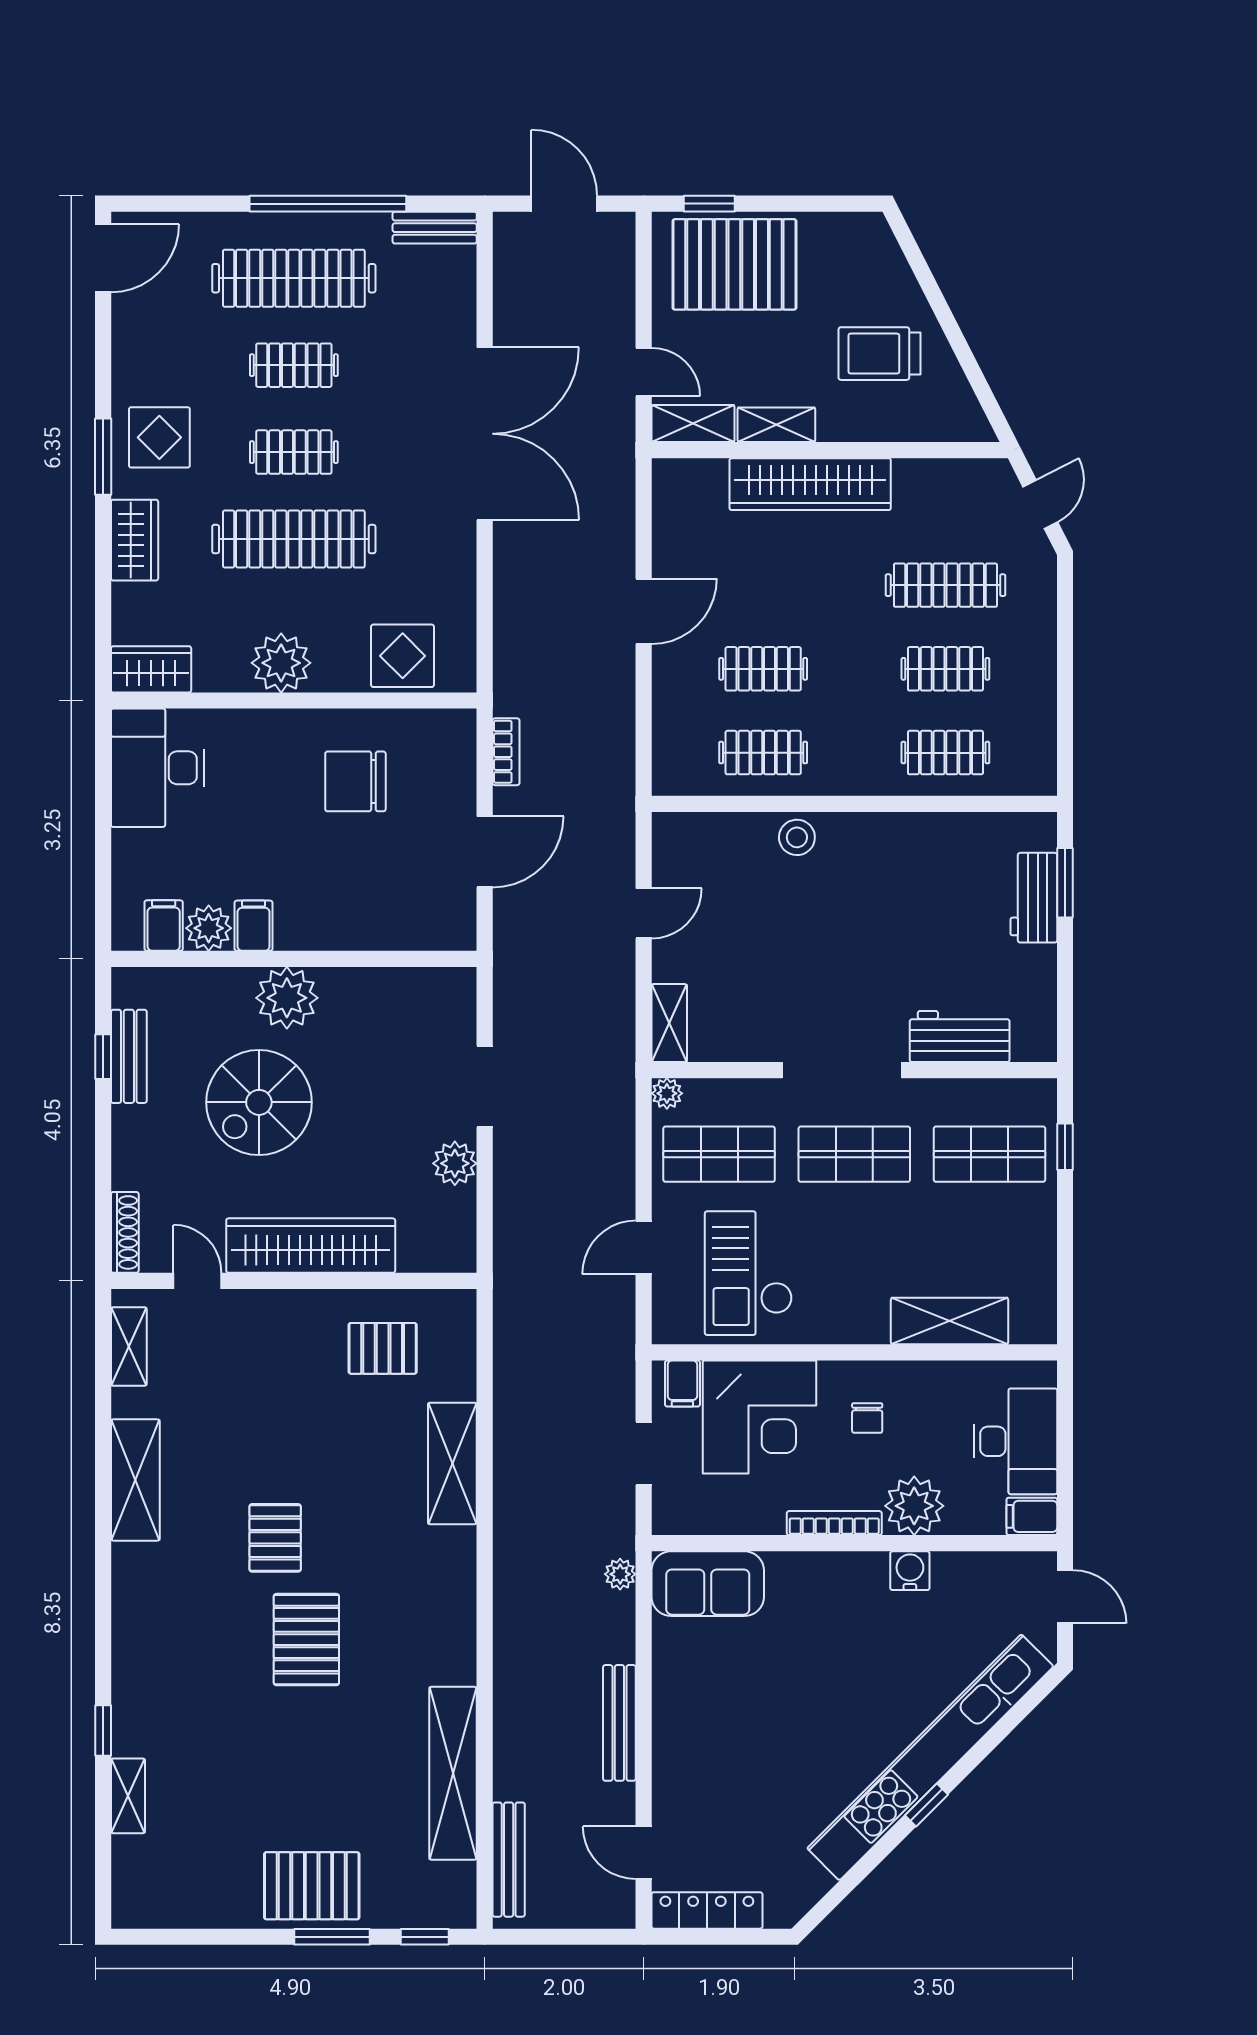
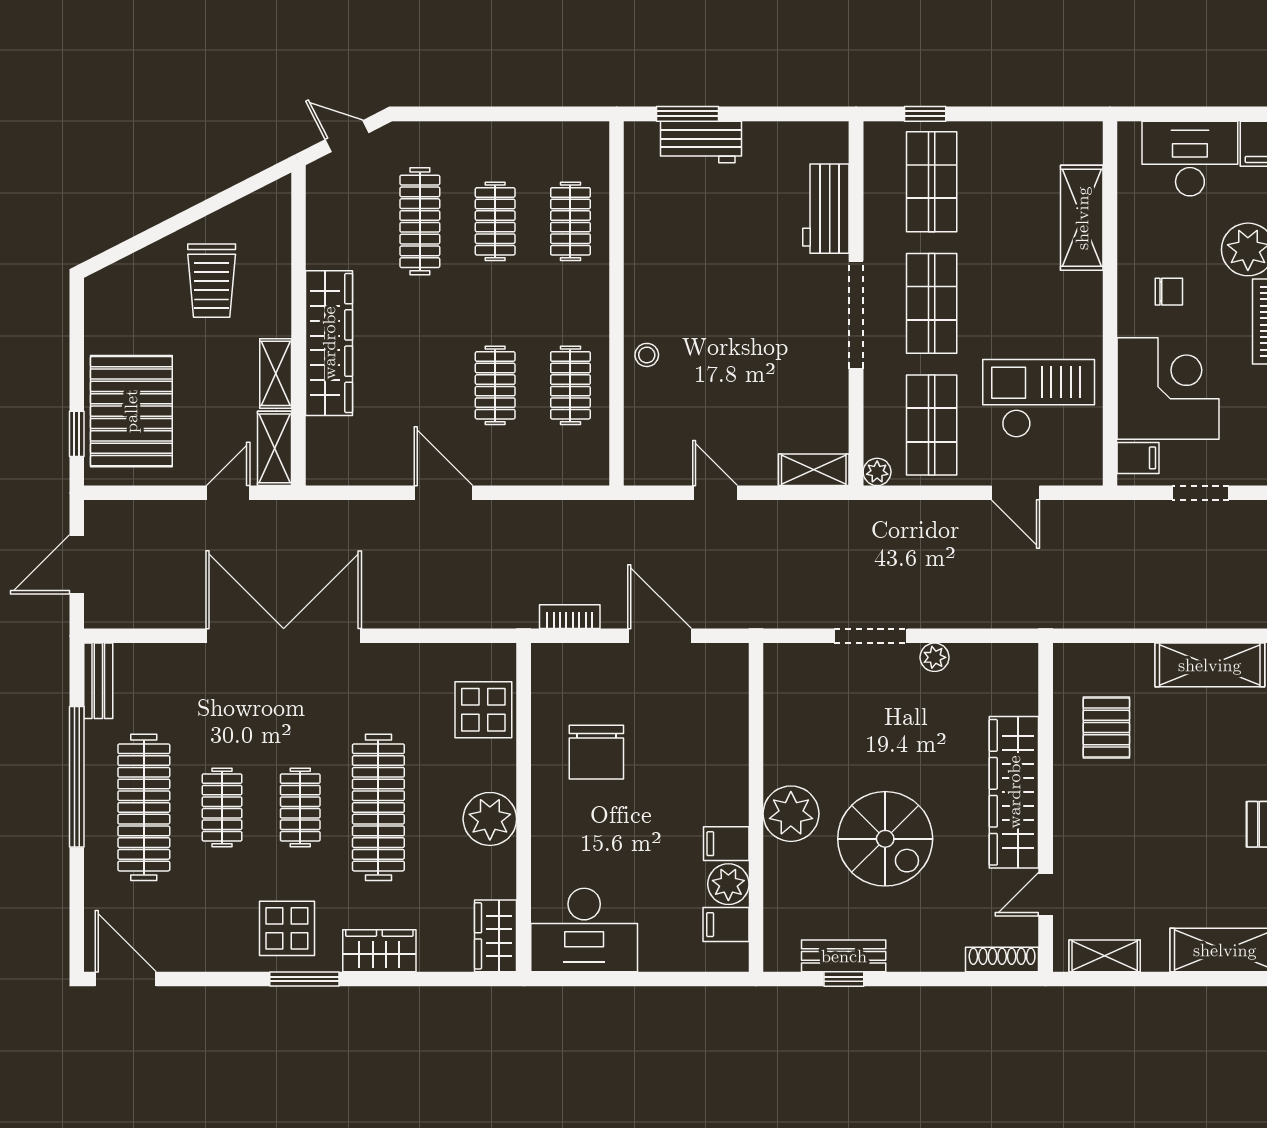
stool: (797, 837) -> (647, 355), width x0.73, depth x0.73
plant: (455, 1163) -> (935, 657), width x0.73, depth x0.73
checkout: (749, 1273) -> (1039, 398), turned 180

